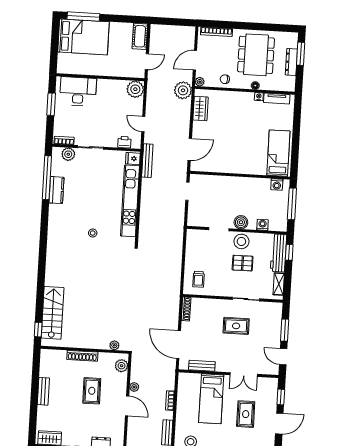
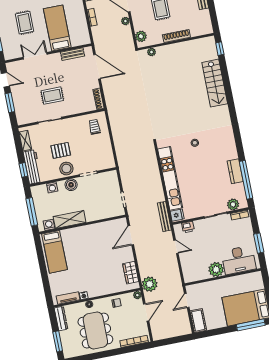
dresser: (291, 62) -> (61, 319), moved
plant: (135, 89) -> (216, 269), moved
shelving: (253, 184) -> (70, 220), added
stairs: (53, 313) -> (215, 83), moved

